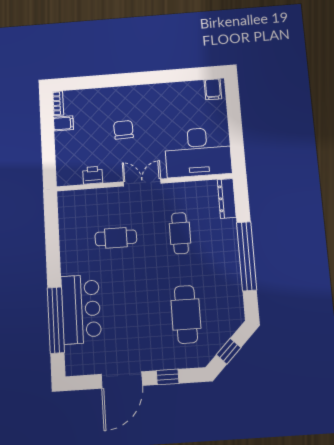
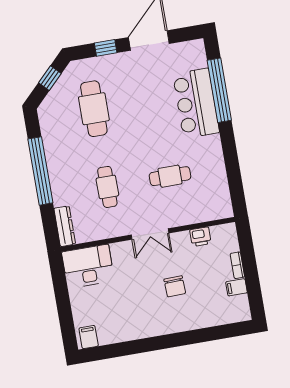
bookcase: (58, 103) -> (237, 265), moved
desk: (198, 152) -> (88, 266), width x0.73, depth x0.77

